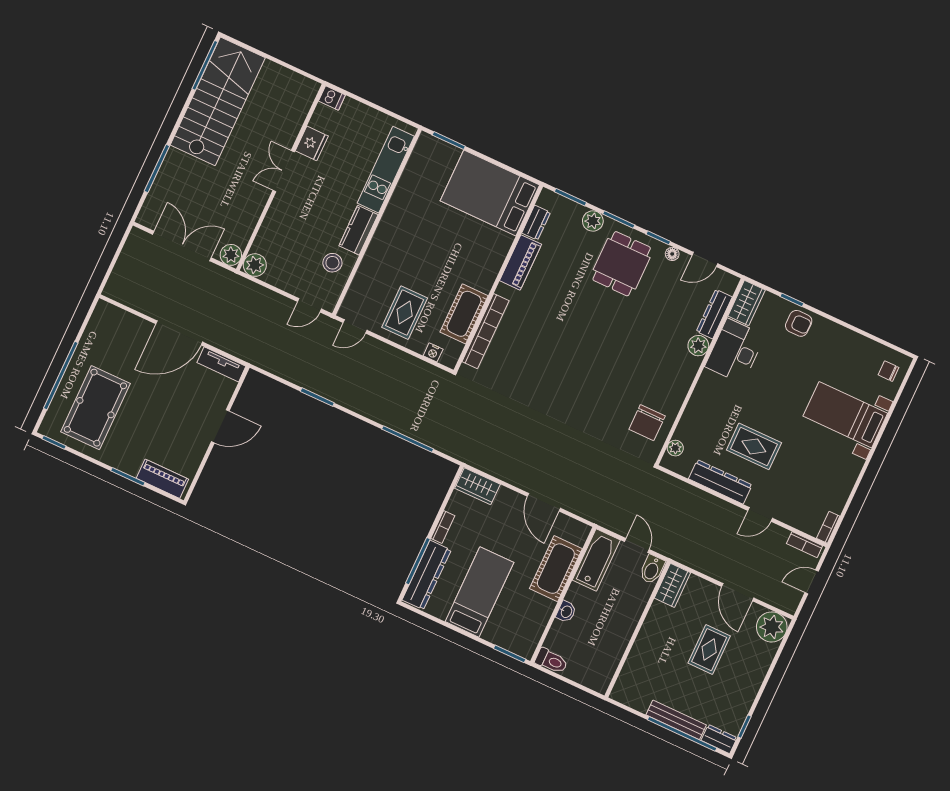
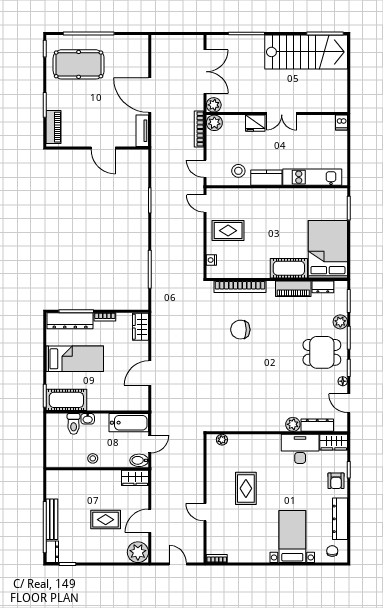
fridge: (312, 143) -> (255, 123), moved
double door: (284, 171) -> (282, 114), swing flipped
cot: (464, 314) -> (289, 268), moved
chair: (647, 423) -> (240, 330), moved
dresser: (720, 482) -> (340, 519), moved, turned 180
bookcase: (805, 545) -> (199, 129), moved, width x1.56
cot: (556, 569) -> (66, 400), moved
stool: (621, 629) -> (93, 458), added
toilet: (551, 661) -> (74, 424), moved

